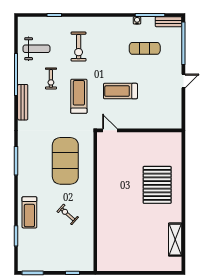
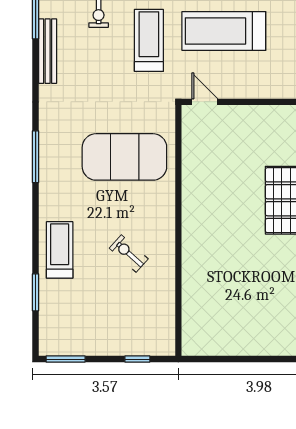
treadmill: (120, 91) -> (224, 31), width x1.37, depth x1.38
exercise mat: (65, 161) -> (124, 157), turned 90
treadmill: (29, 212) -> (60, 250), turned 180

